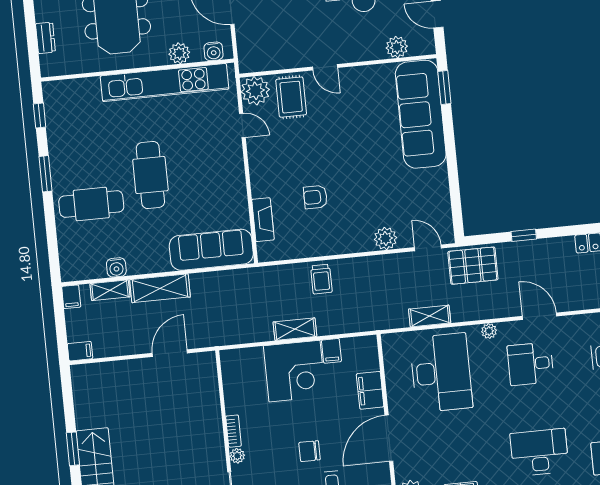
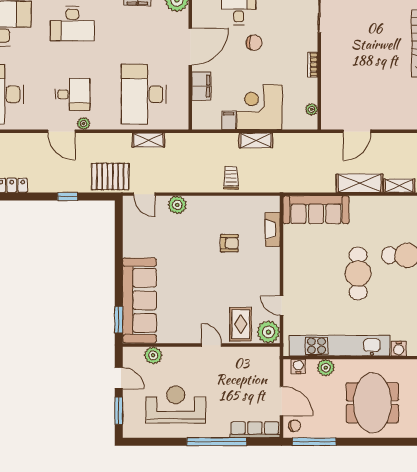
water cooler: (116, 267) -> (399, 349), moved, turned 180
plant: (489, 331) -> (84, 124), moved
plant: (237, 456) -> (312, 109), moved

